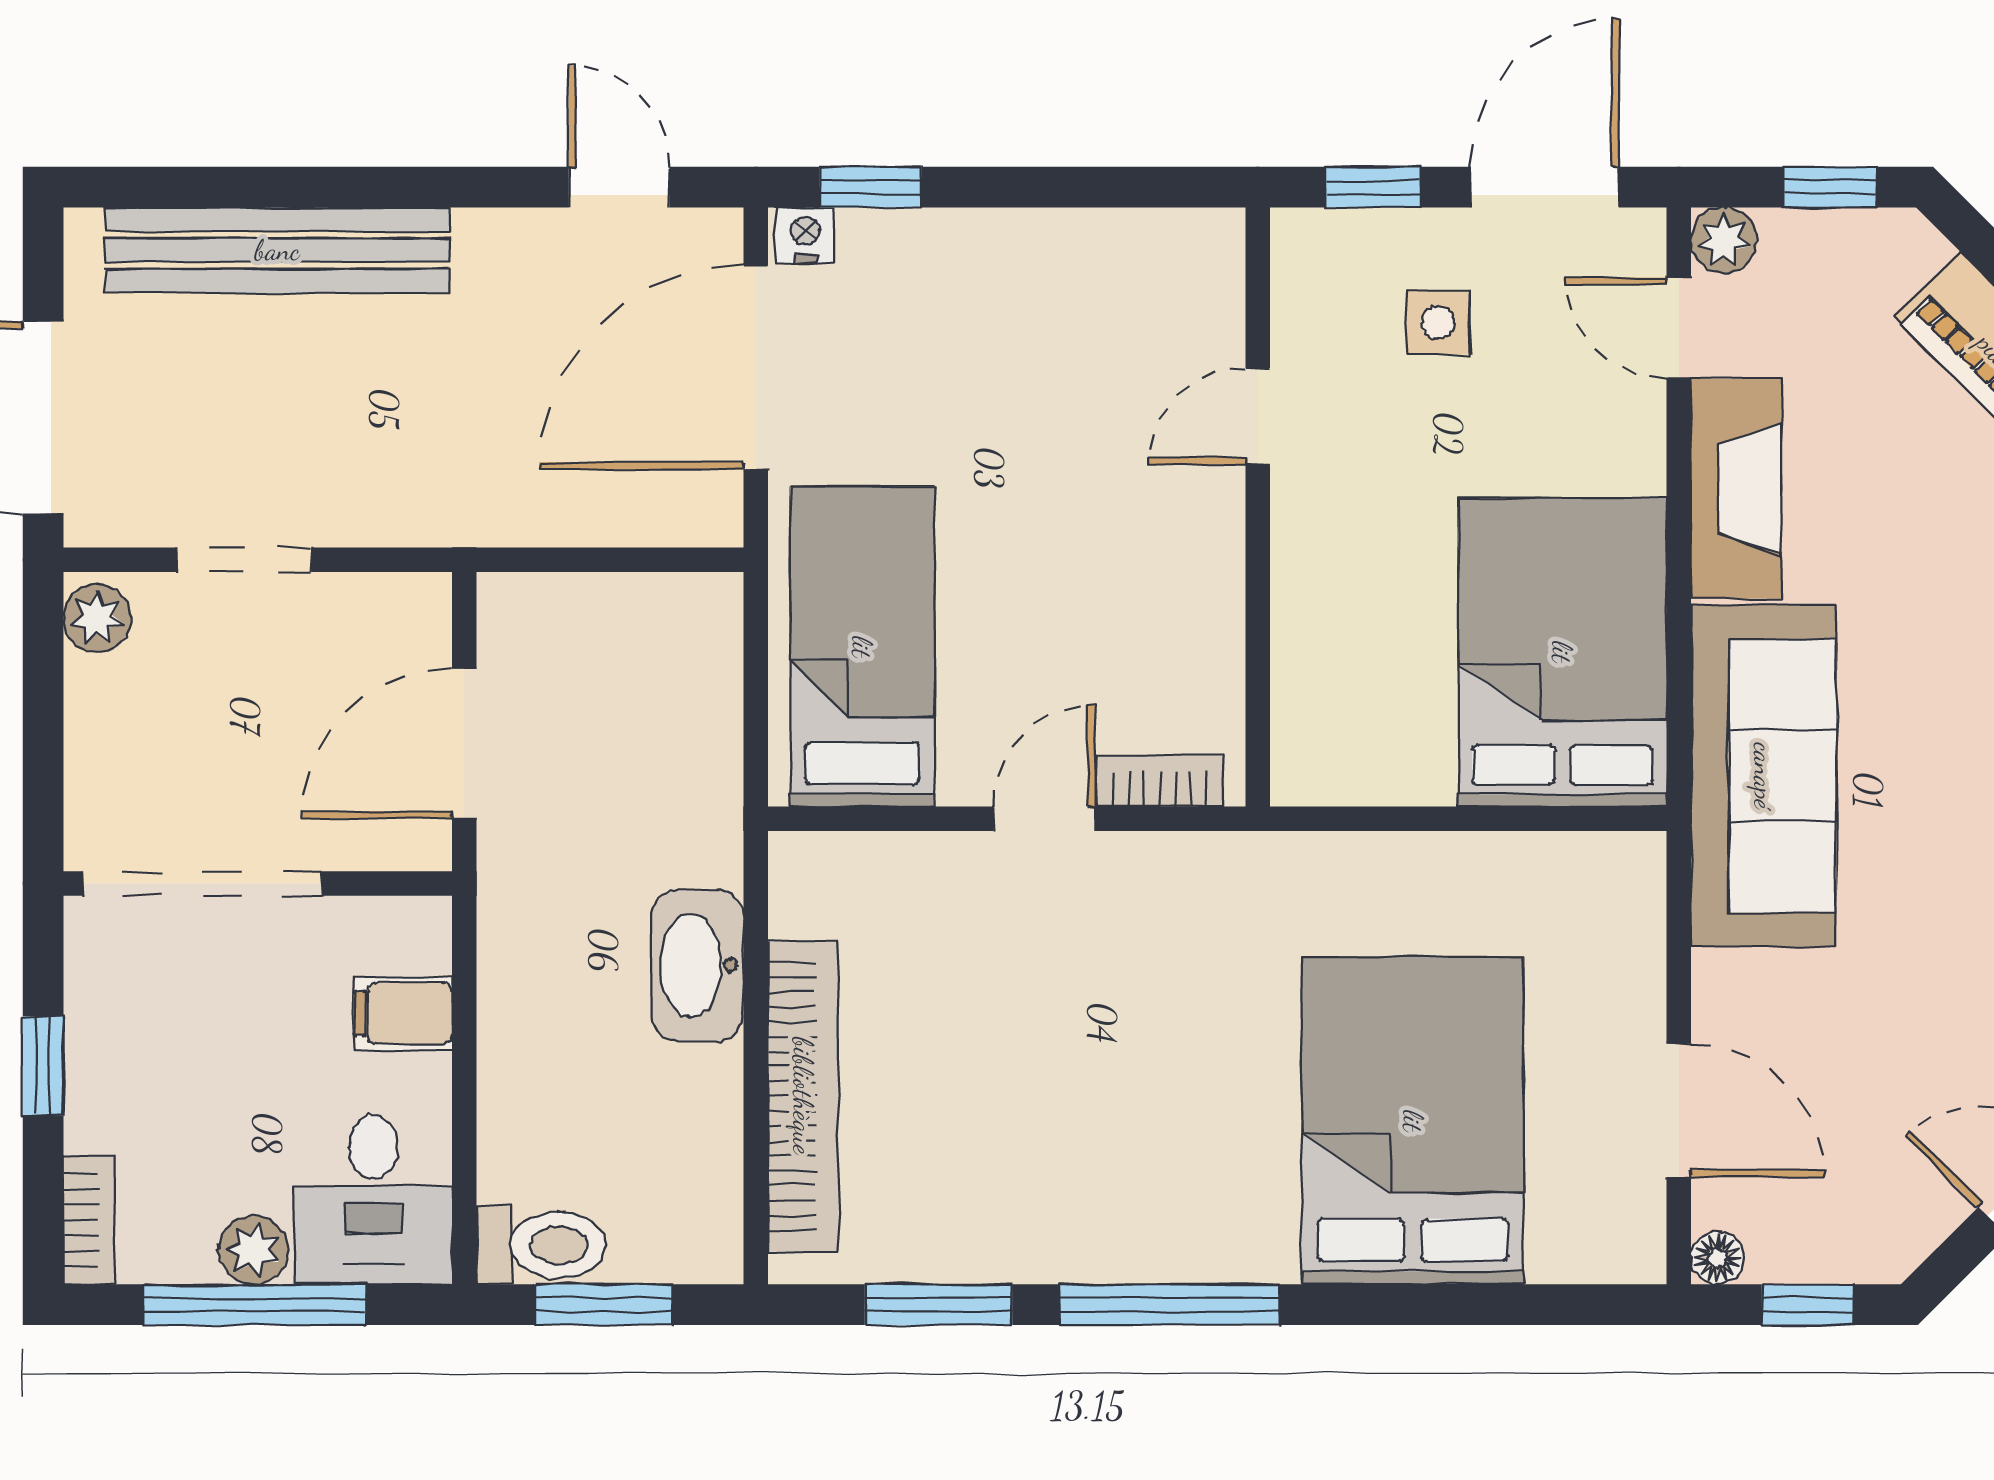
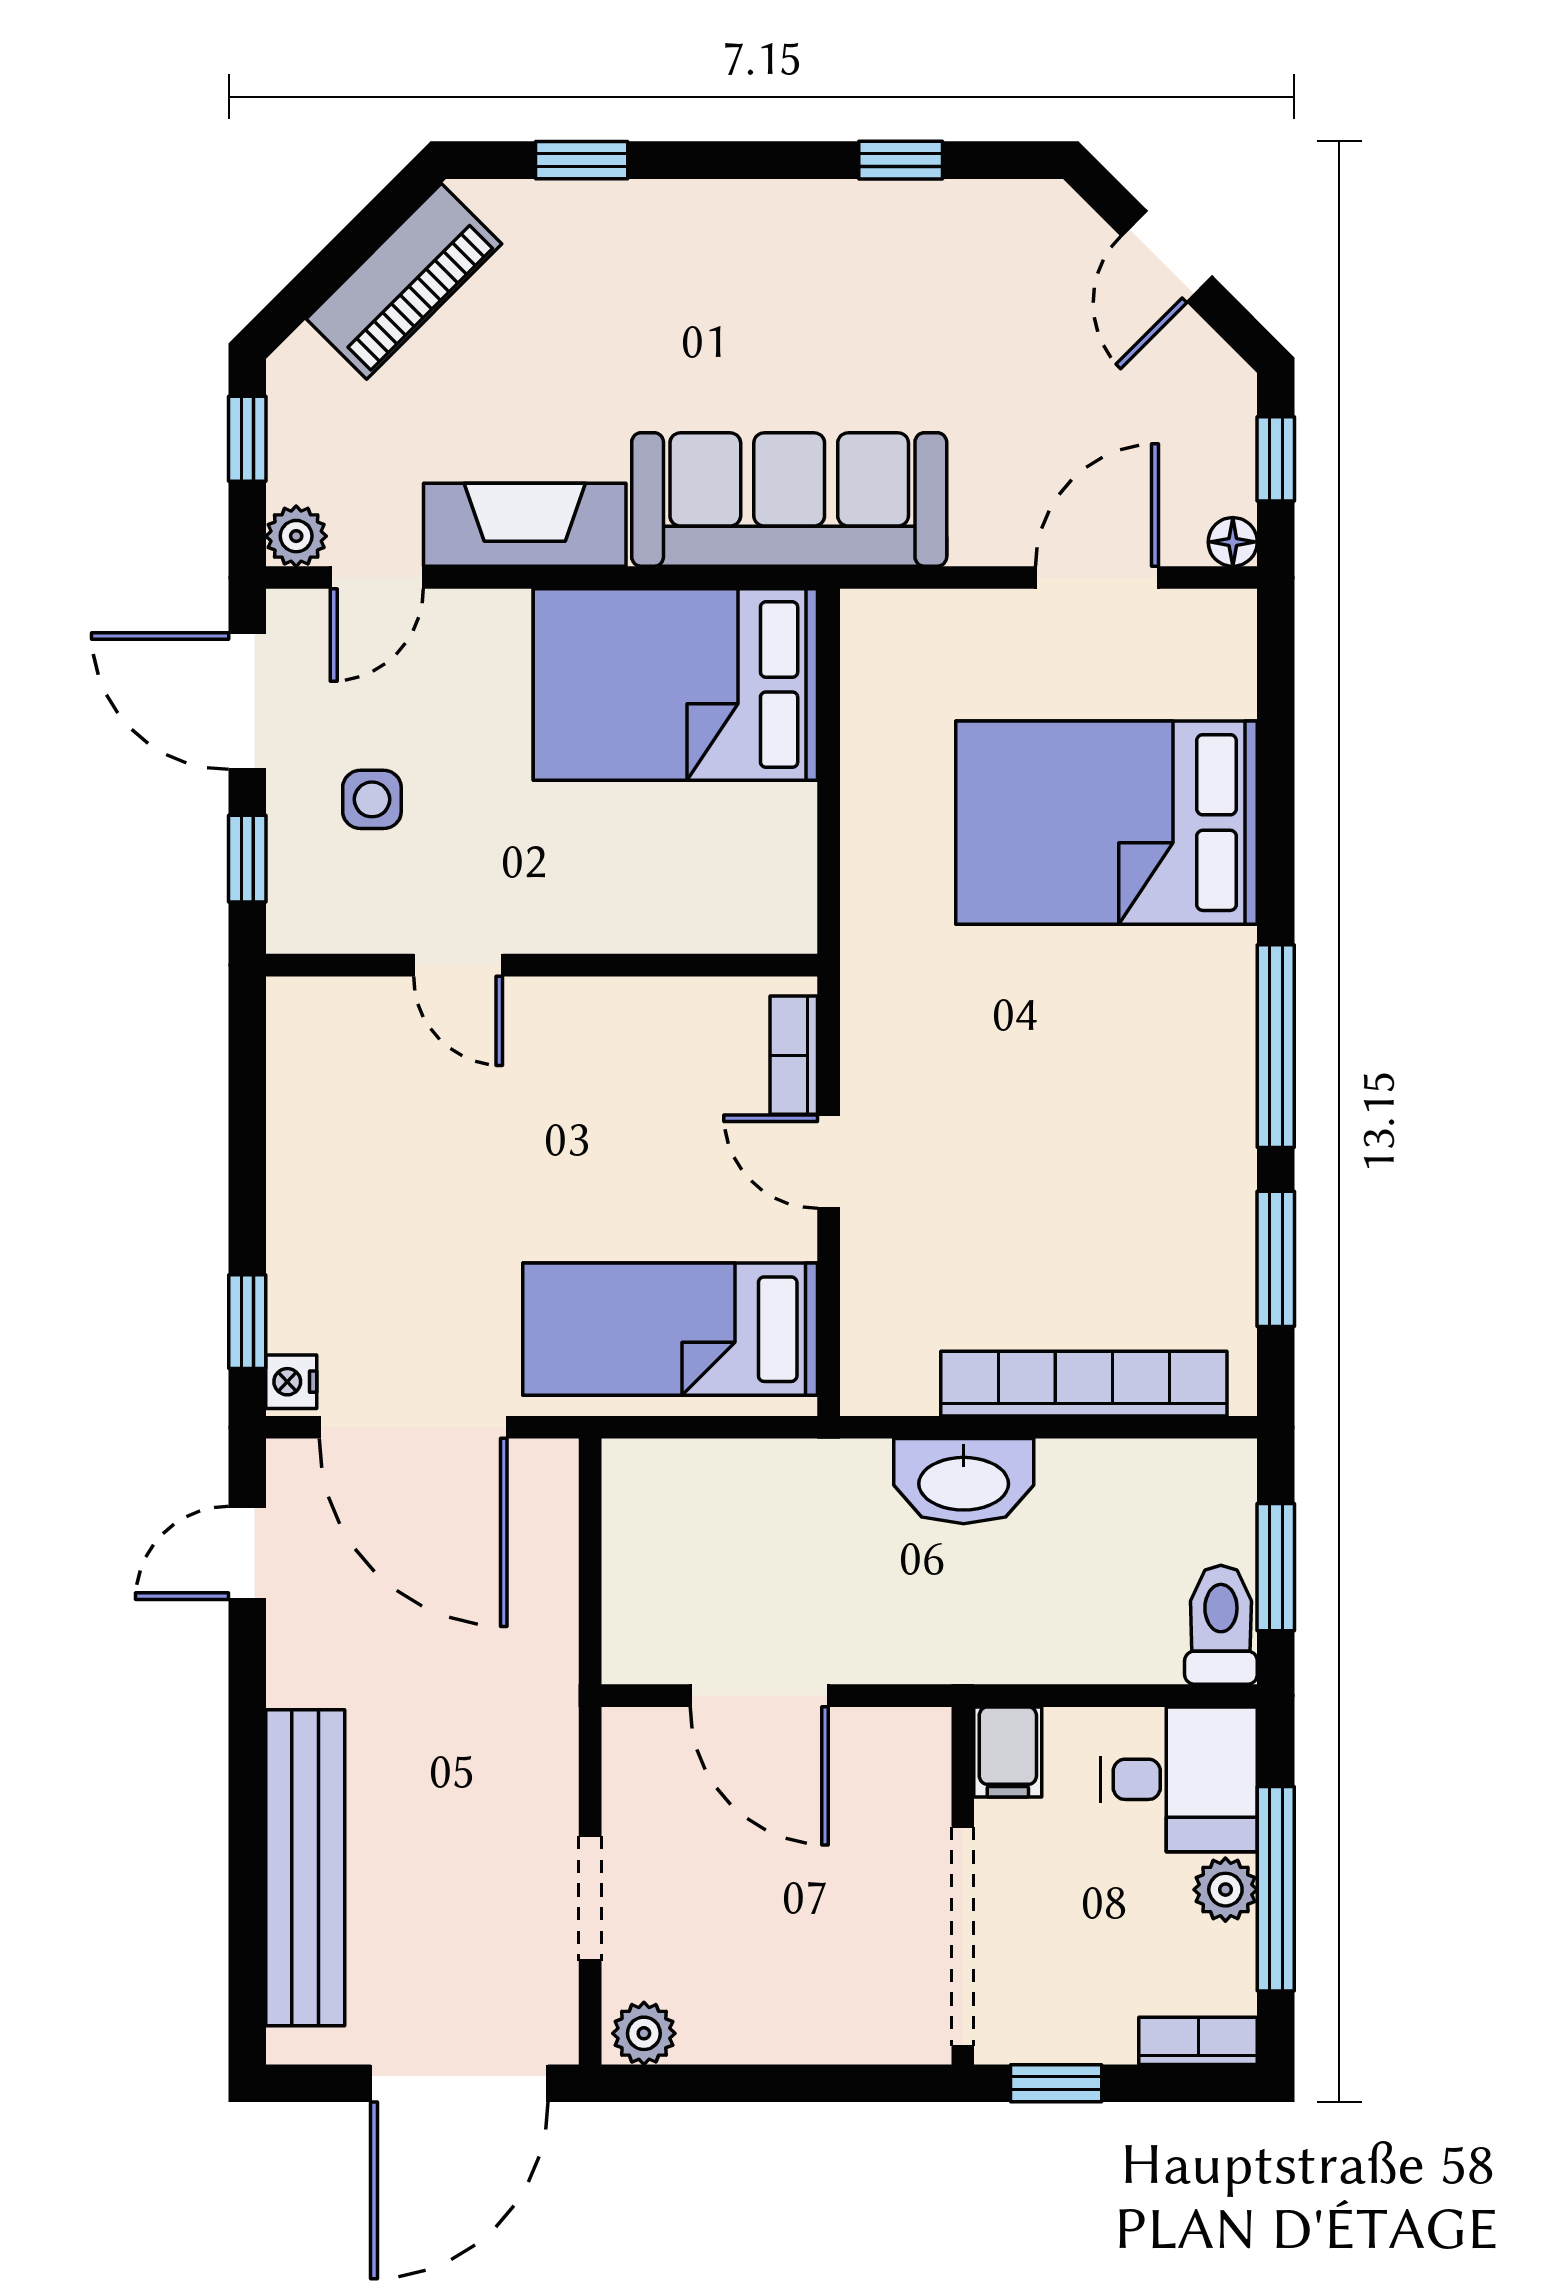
doorway: (202, 884) -> (963, 1936), moved
wall: (258, 884) -> (963, 1886), moved

